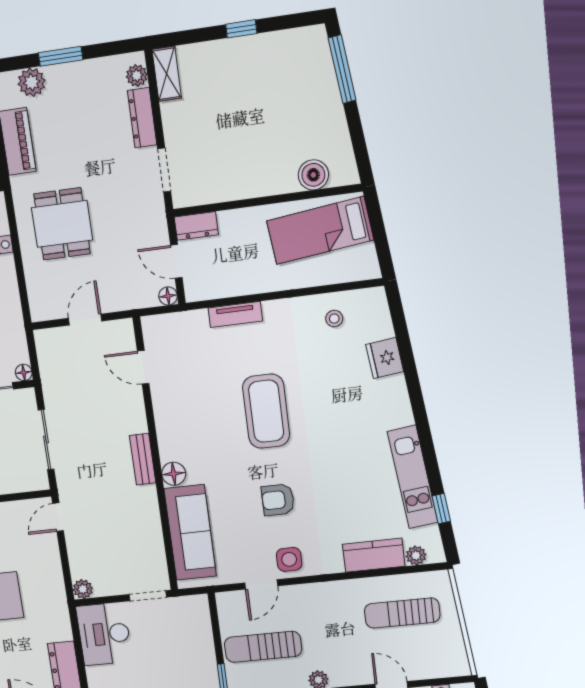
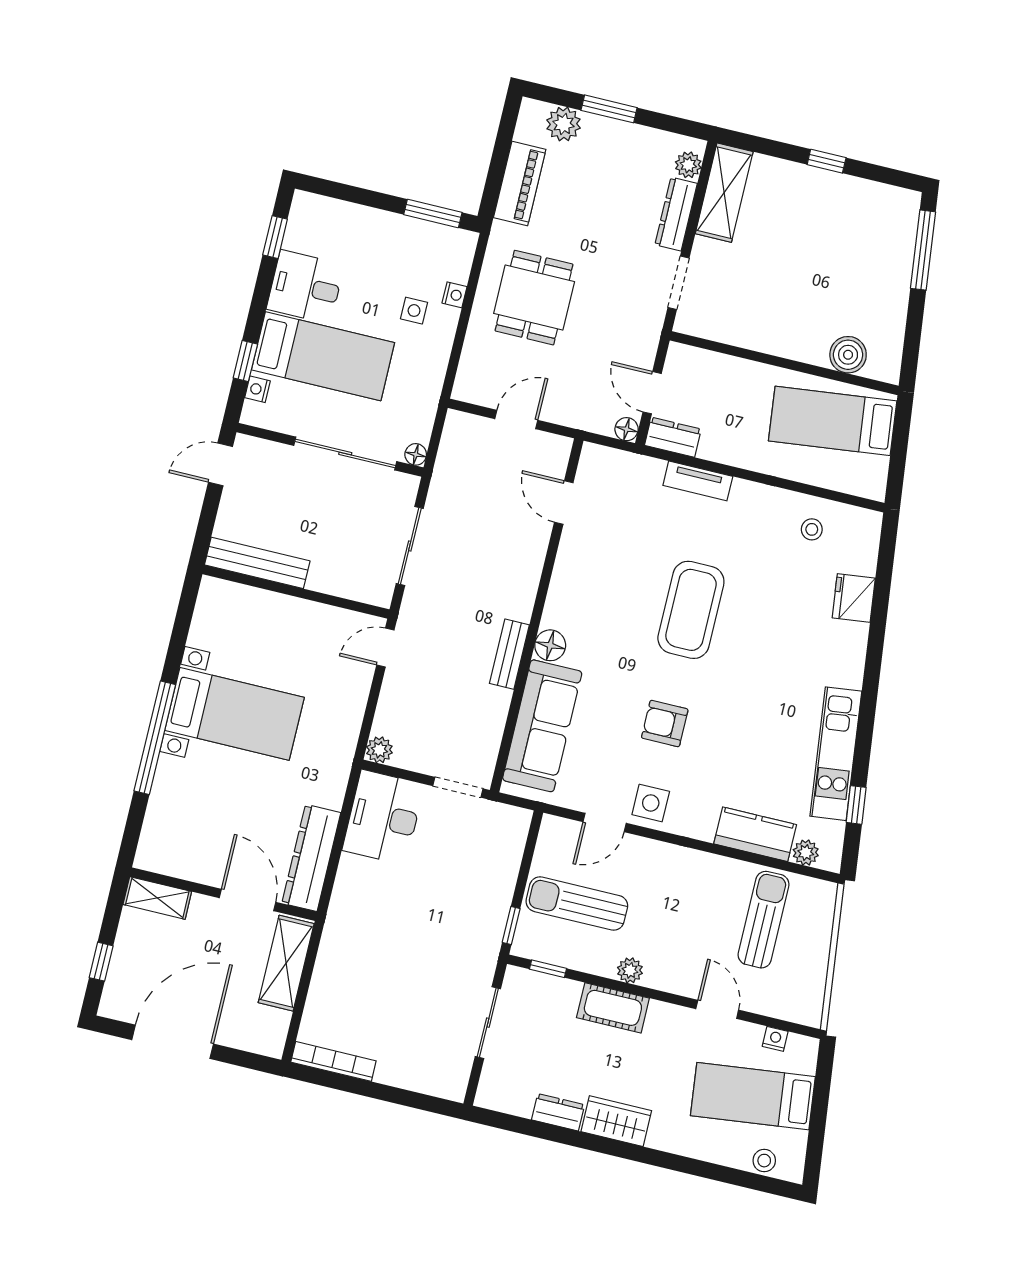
shelving: (167, 74) -> (724, 193), width x1.50, depth x1.33
dresser: (196, 226) -> (673, 437), moved, turned 180
bench: (143, 459) -> (509, 654), moved
sun lounger: (402, 613) -> (764, 920), turned 90

